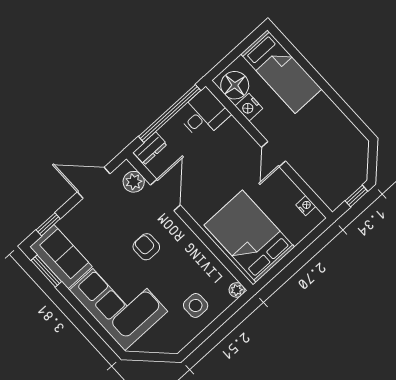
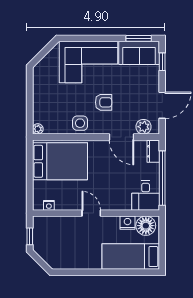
side table: (196, 305) -> (80, 123), moved

